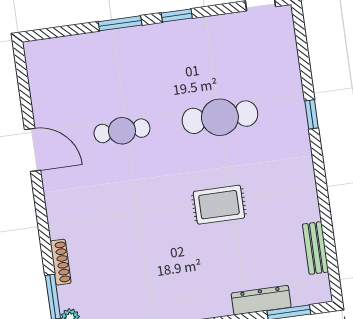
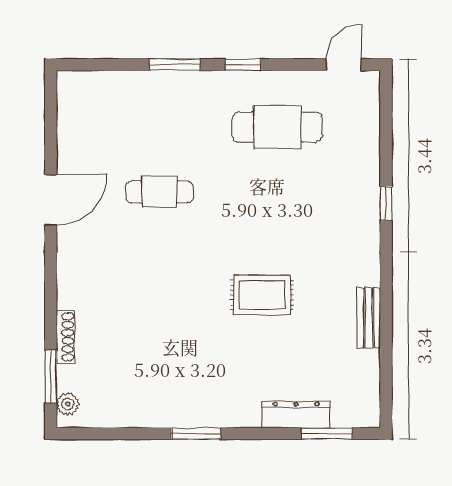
cafe table: (220, 117) -> (277, 127), moved
door: (33, 150) -> (51, 200), hinge flipped
bench: (316, 248) -> (369, 318), moved

